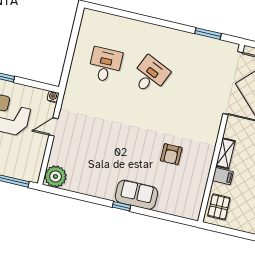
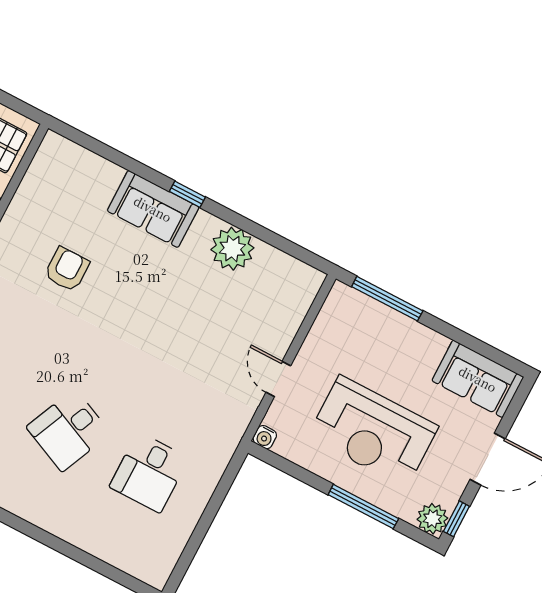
door: (54, 127) -> (278, 379), swing flipped
plant: (55, 176) -> (232, 249), moved

